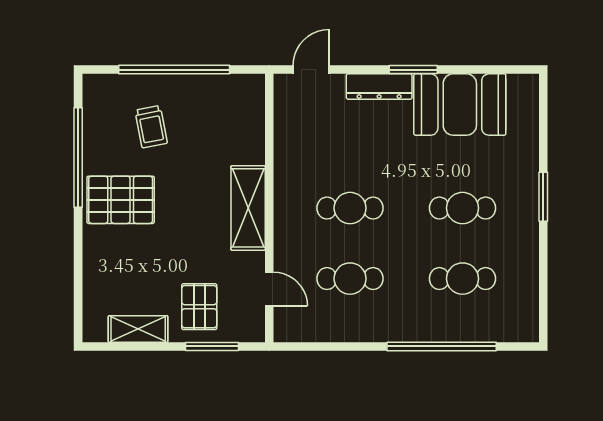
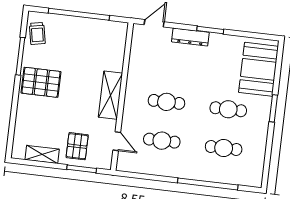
booth: (460, 105) -> (259, 69), moved, turned 90
trolley: (151, 127) -> (37, 33), moved
window: (78, 157) -> (20, 56), width x0.68

